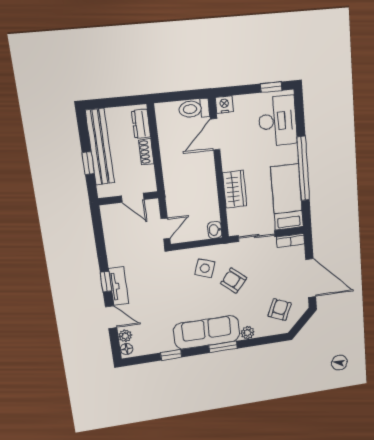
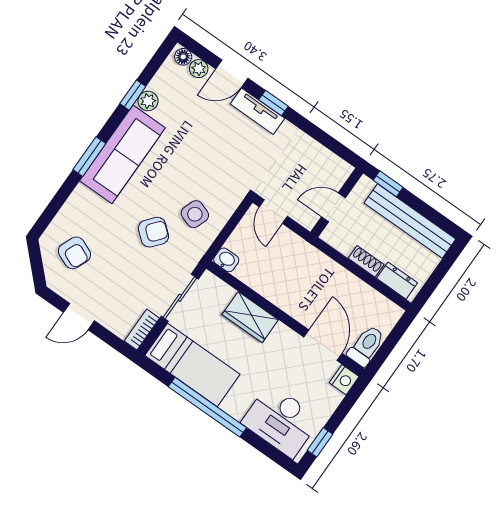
window: (88, 163) -> (388, 184), moved
door: (311, 278) -> (79, 317), width x0.53
plant: (247, 333) -> (148, 101), moved

